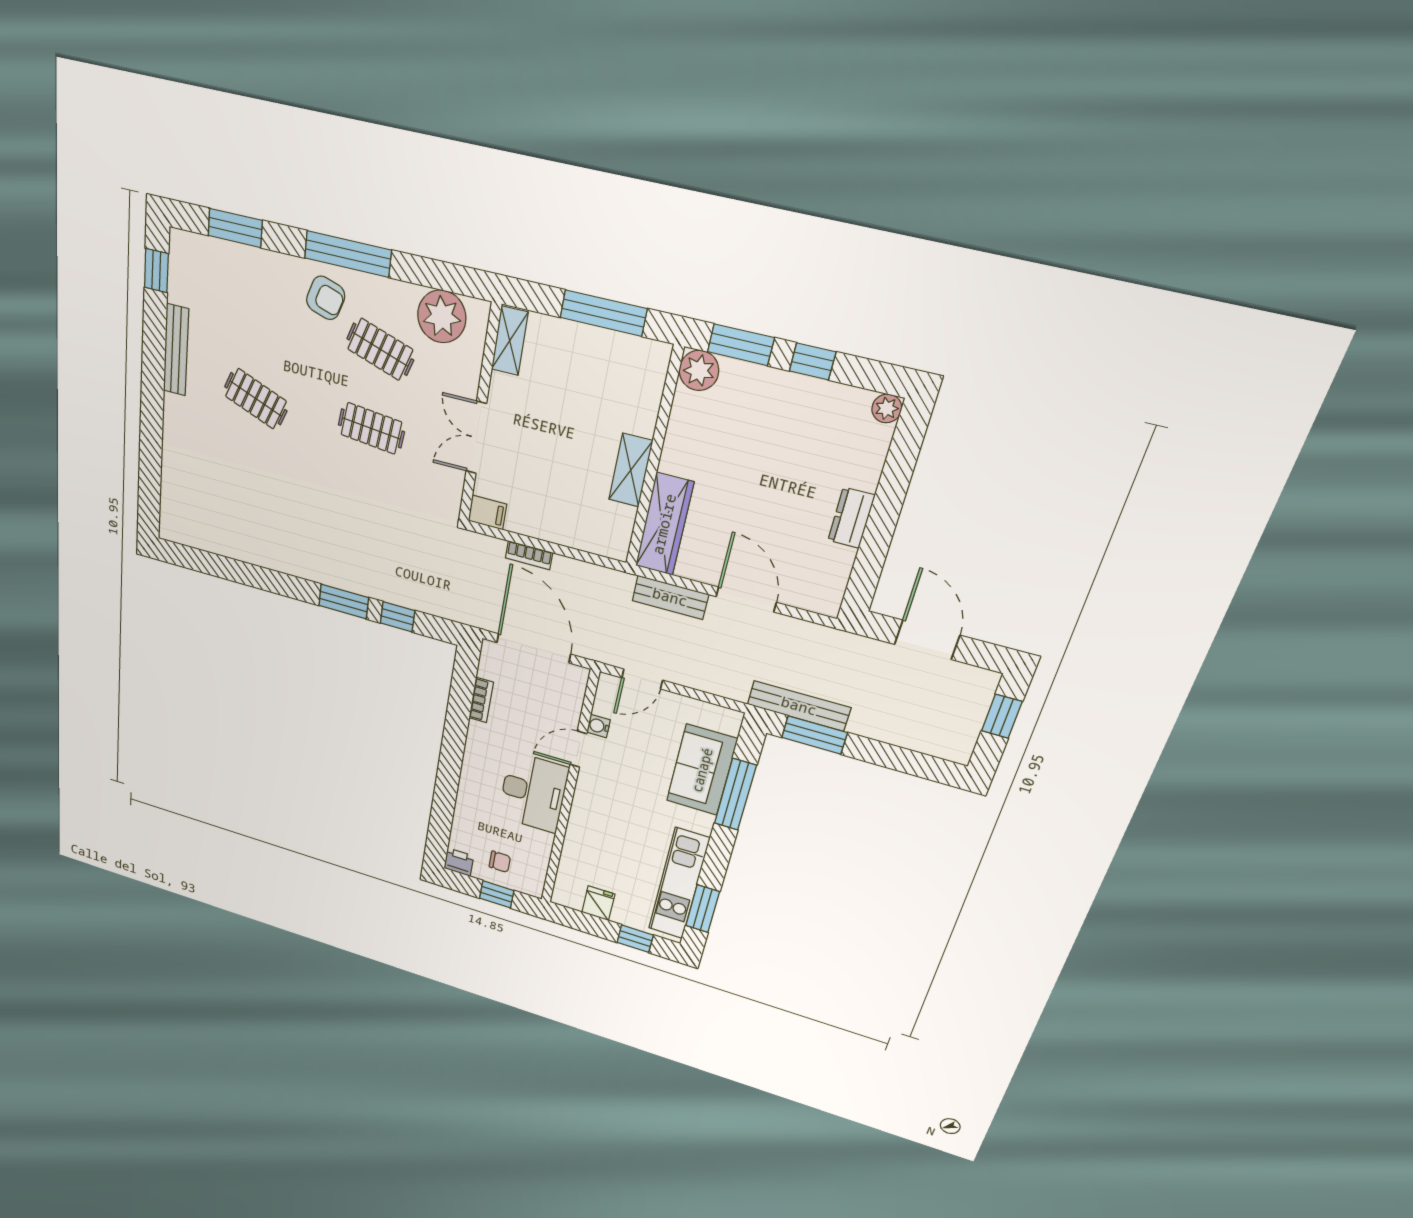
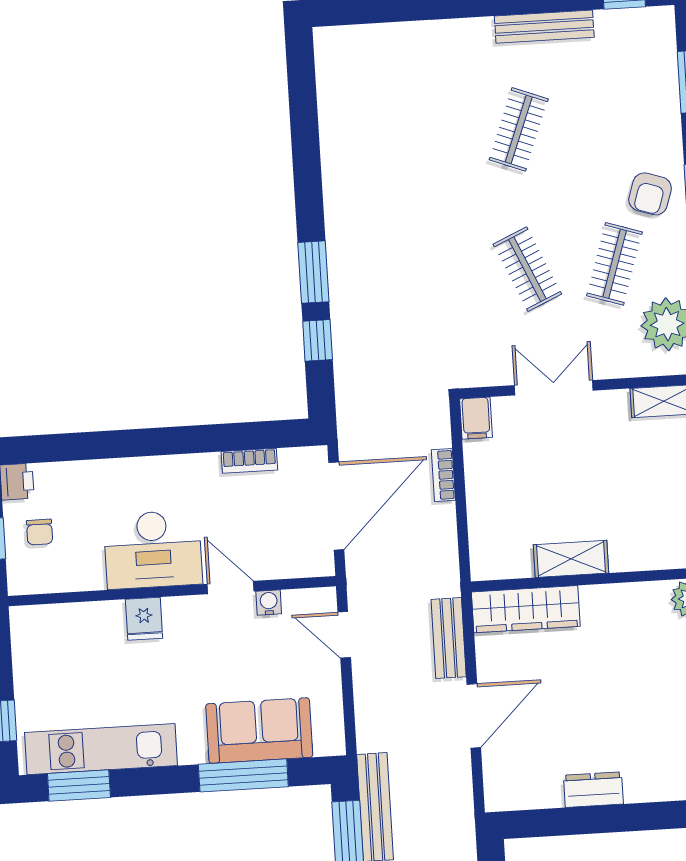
clothes rail: (371, 428) -> (527, 269), turned -30
fridge: (598, 903) -> (144, 619), moved, turned 90

